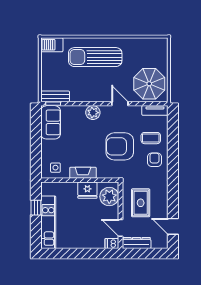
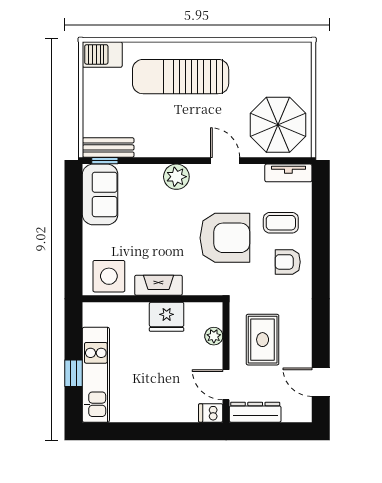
armchair: (120, 146) -> (225, 238), turned 180
armchair: (155, 160) -> (288, 262), turned -90
side table: (55, 168) -> (109, 276), width x1.87, depth x1.87
plant: (109, 197) -> (214, 336), width x0.53, depth x0.53
window: (36, 208) -> (74, 373), moved

